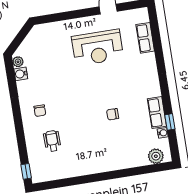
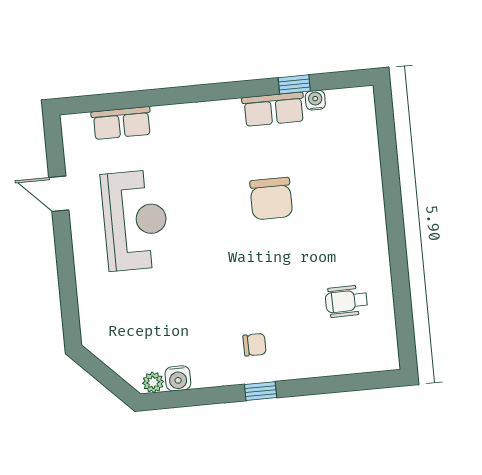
chair: (113, 114) -> (271, 199), width x1.87, depth x1.87
wheelchair: (52, 141) -> (346, 301), moved
plant: (156, 156) -> (361, 117), removed
window: (26, 171) -> (261, 391), moved

